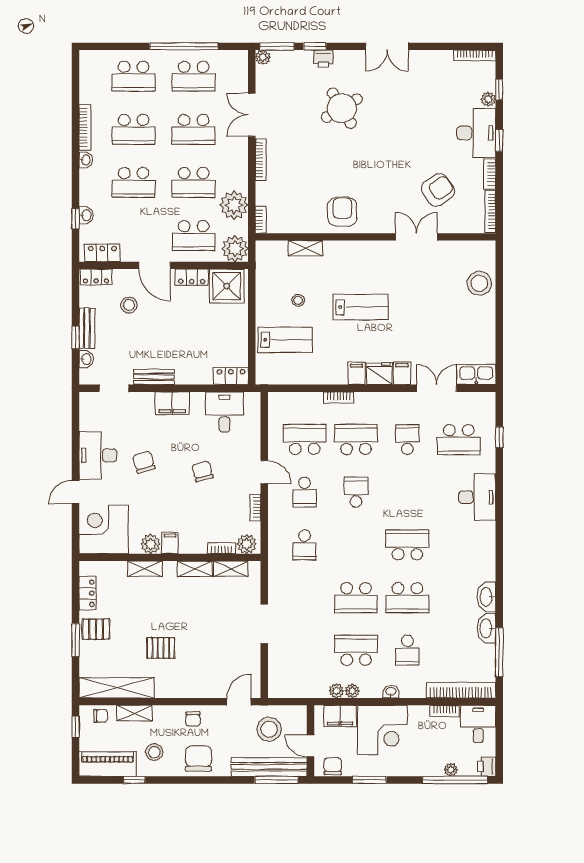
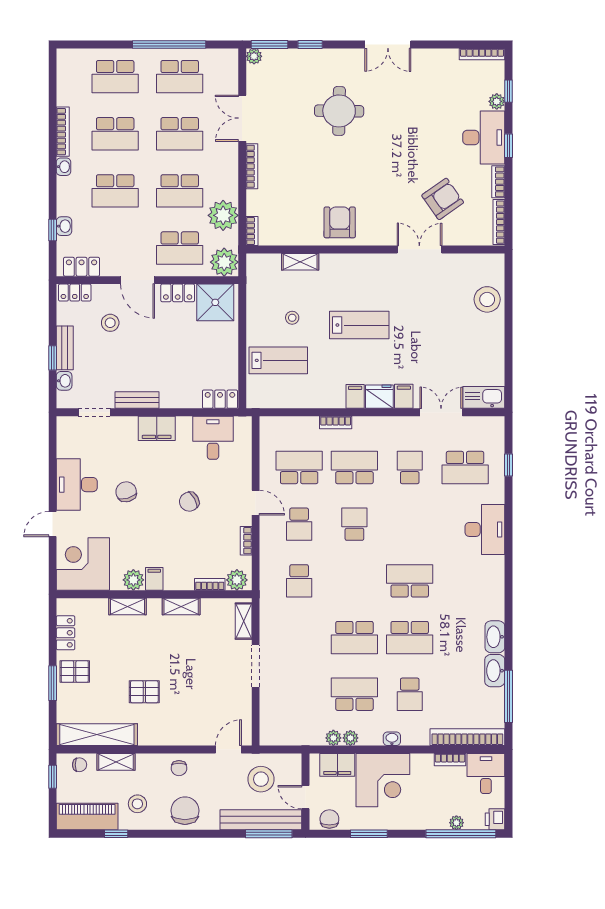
printer: (323, 58) -> (319, 58), removed
round table: (342, 108) -> (339, 111), turned 32
chair: (202, 471) -> (189, 502), turned -104
shelving: (231, 569) -> (244, 621), moved, turned 90

